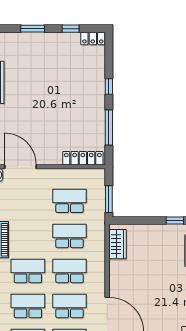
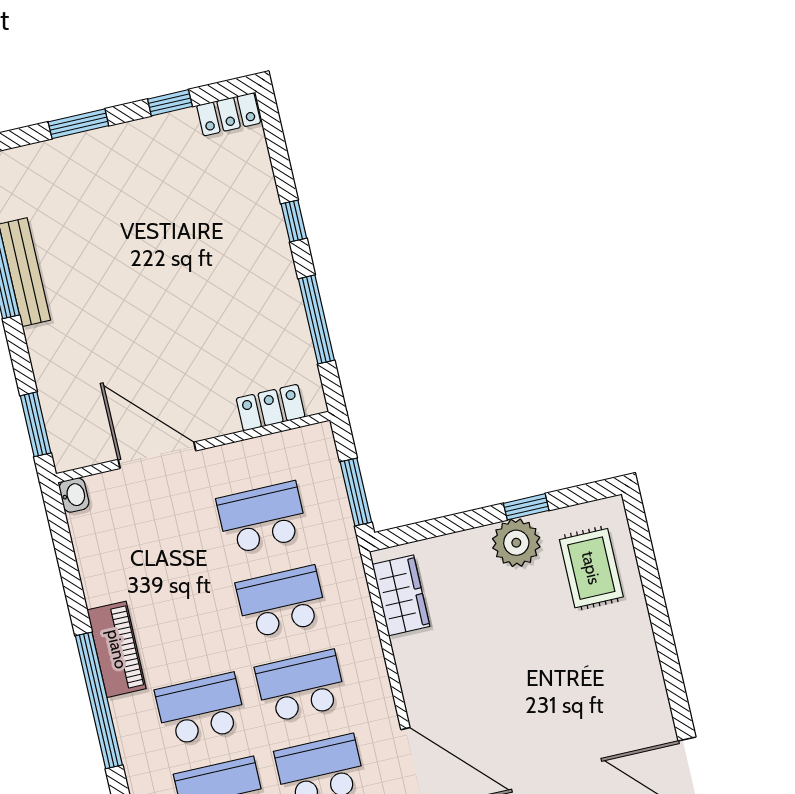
locker: (83, 158) -> (271, 408), width x0.66
door: (20, 167) -> (157, 455), moved
plant: (168, 234) -> (516, 543), added

